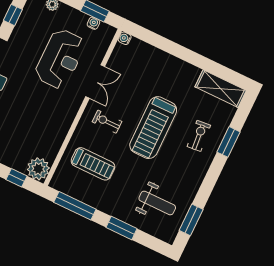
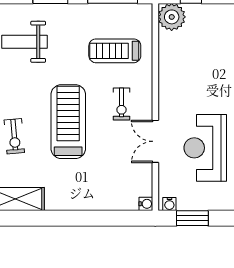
water cooler: (93, 23) -> (169, 204), moved
exercise bike: (107, 122) -> (122, 104), turned 90

